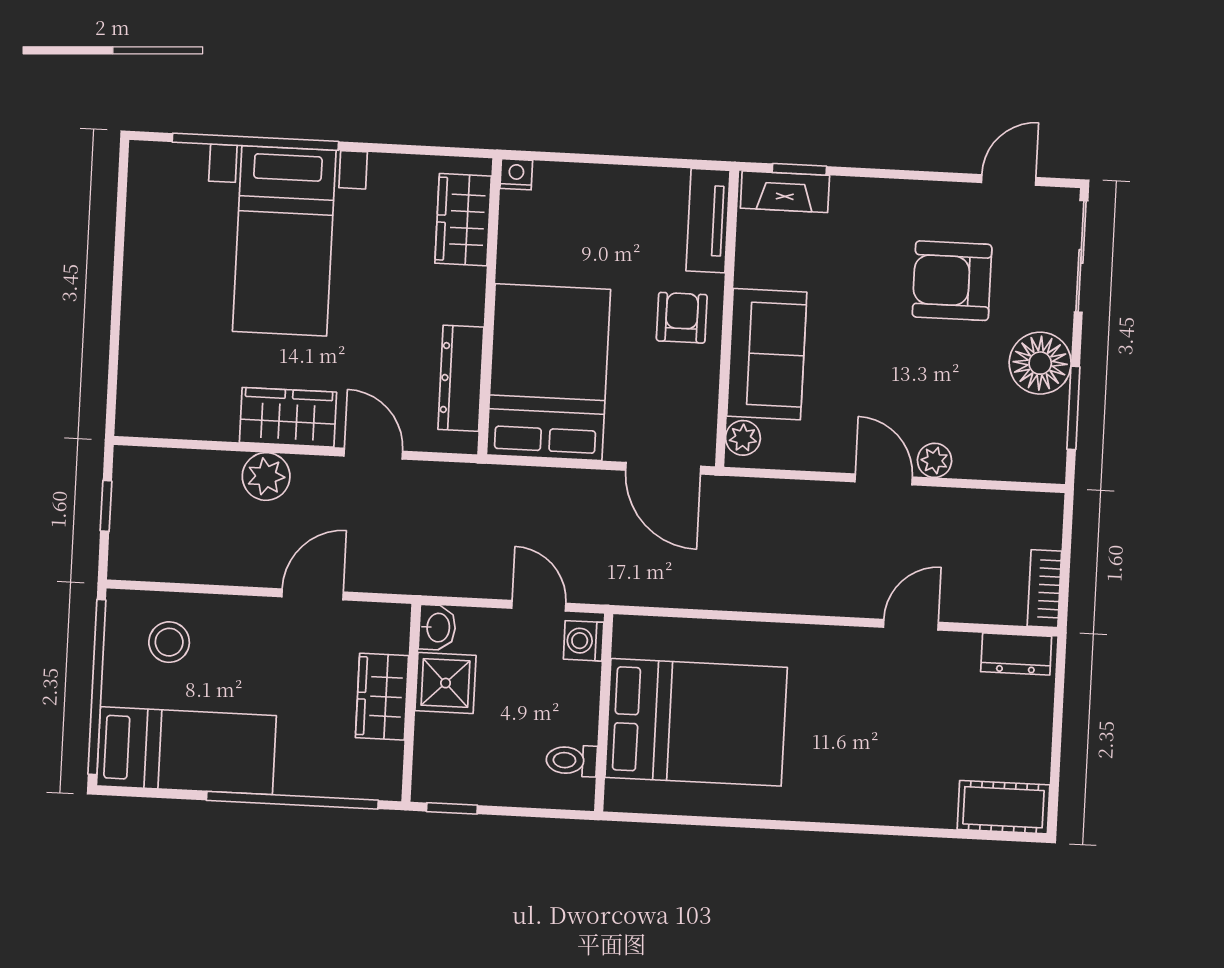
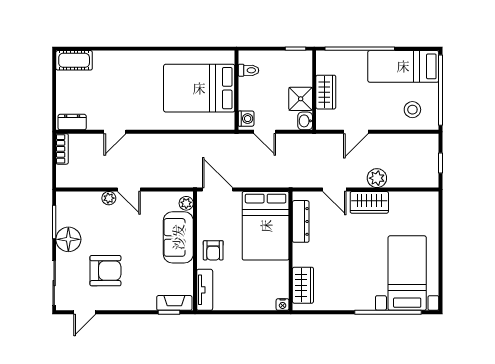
bed with nightstands: (284, 241) -> (407, 273), moved

